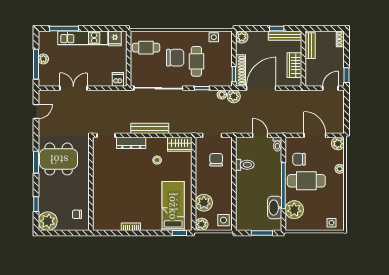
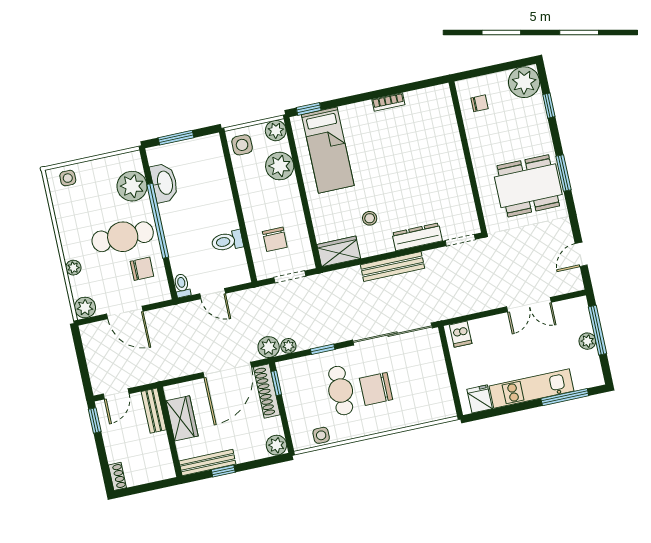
bench: (310, 46) -> (154, 411), moved
cafe table: (146, 48) -> (426, 395), removed

